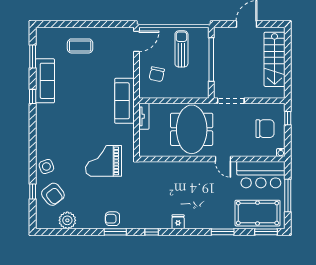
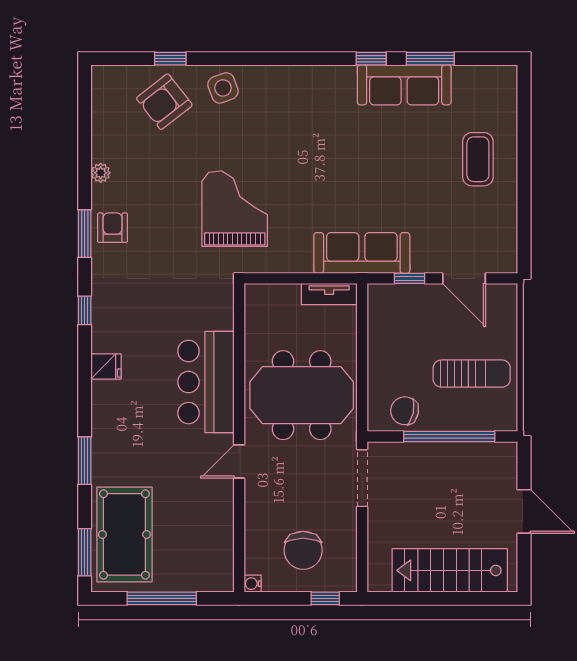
door: (136, 41) -> (464, 278), moved
window: (33, 57) -> (430, 59), moved
chair: (157, 74) -> (405, 411), moved
window: (136, 78) -> (409, 278), added
bar counter: (261, 175) -> (206, 382), moved
plant: (67, 220) -> (101, 173), moved, width x0.53, depth x0.53

